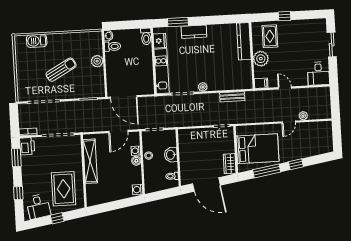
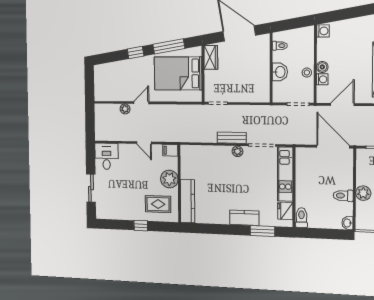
rug: (270, 36) -> (158, 204), turned 90
toilet: (112, 46) -> (343, 196), moved
bench: (232, 97) -> (232, 138), moved

